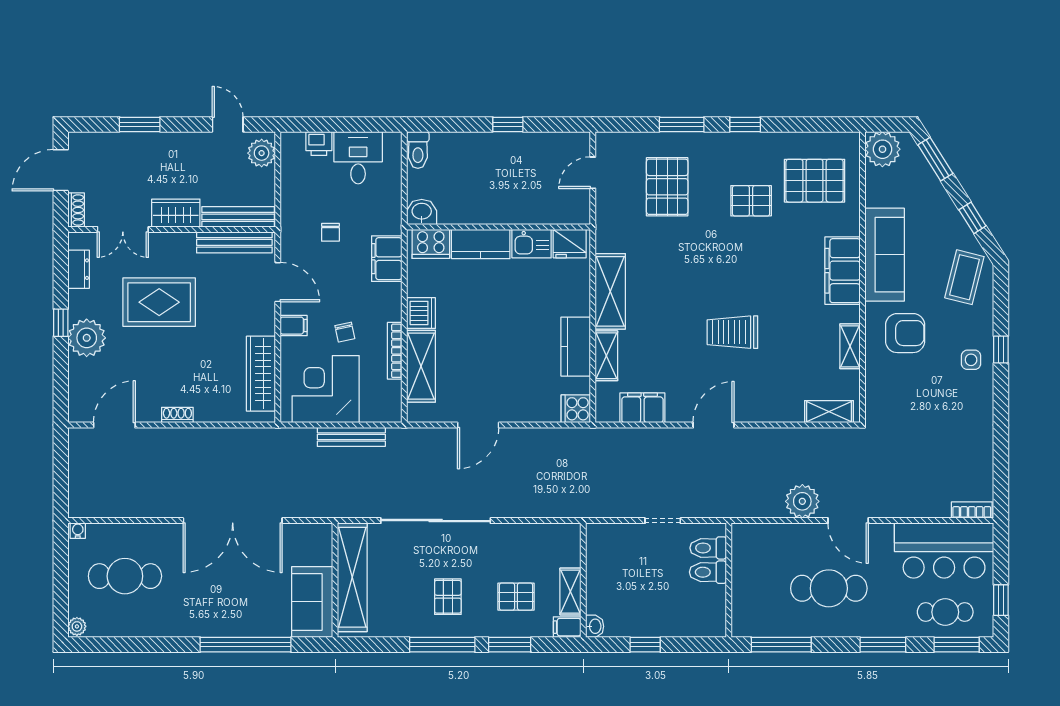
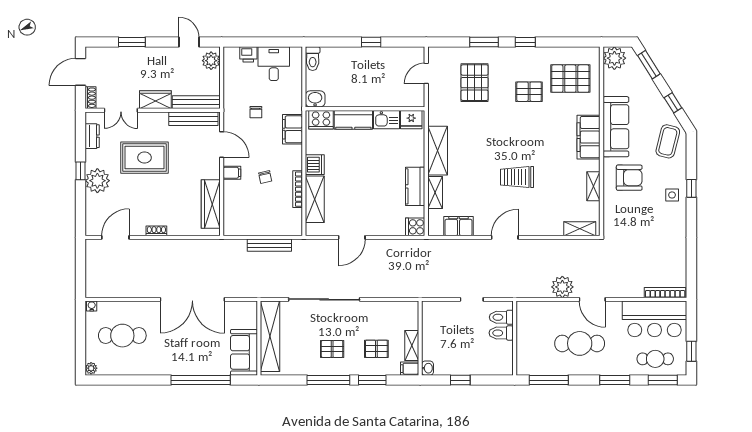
corner desk: (326, 389) -> (253, 214), removed
bookcase: (972, 510) -> (665, 293), width x1.56
pallet: (448, 597) -> (332, 349), turned 90

